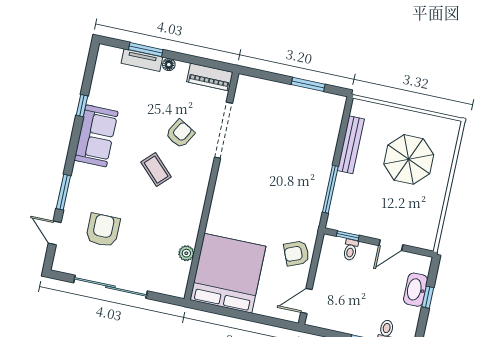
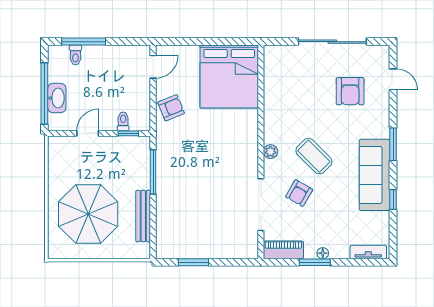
window: (146, 50) -> (315, 262), moved
tv unit: (142, 60) -> (368, 252), moved
sofa: (96, 136) -> (374, 175), width x1.36
parasol: (409, 159) -> (88, 214), width x1.36, depth x1.36
coffee table: (156, 170) -> (314, 156), width x1.36, depth x1.30
window: (63, 192) -> (393, 144), moved
plant: (186, 253) -> (270, 152), moved
window: (428, 297) -> (44, 94), width x3.17

